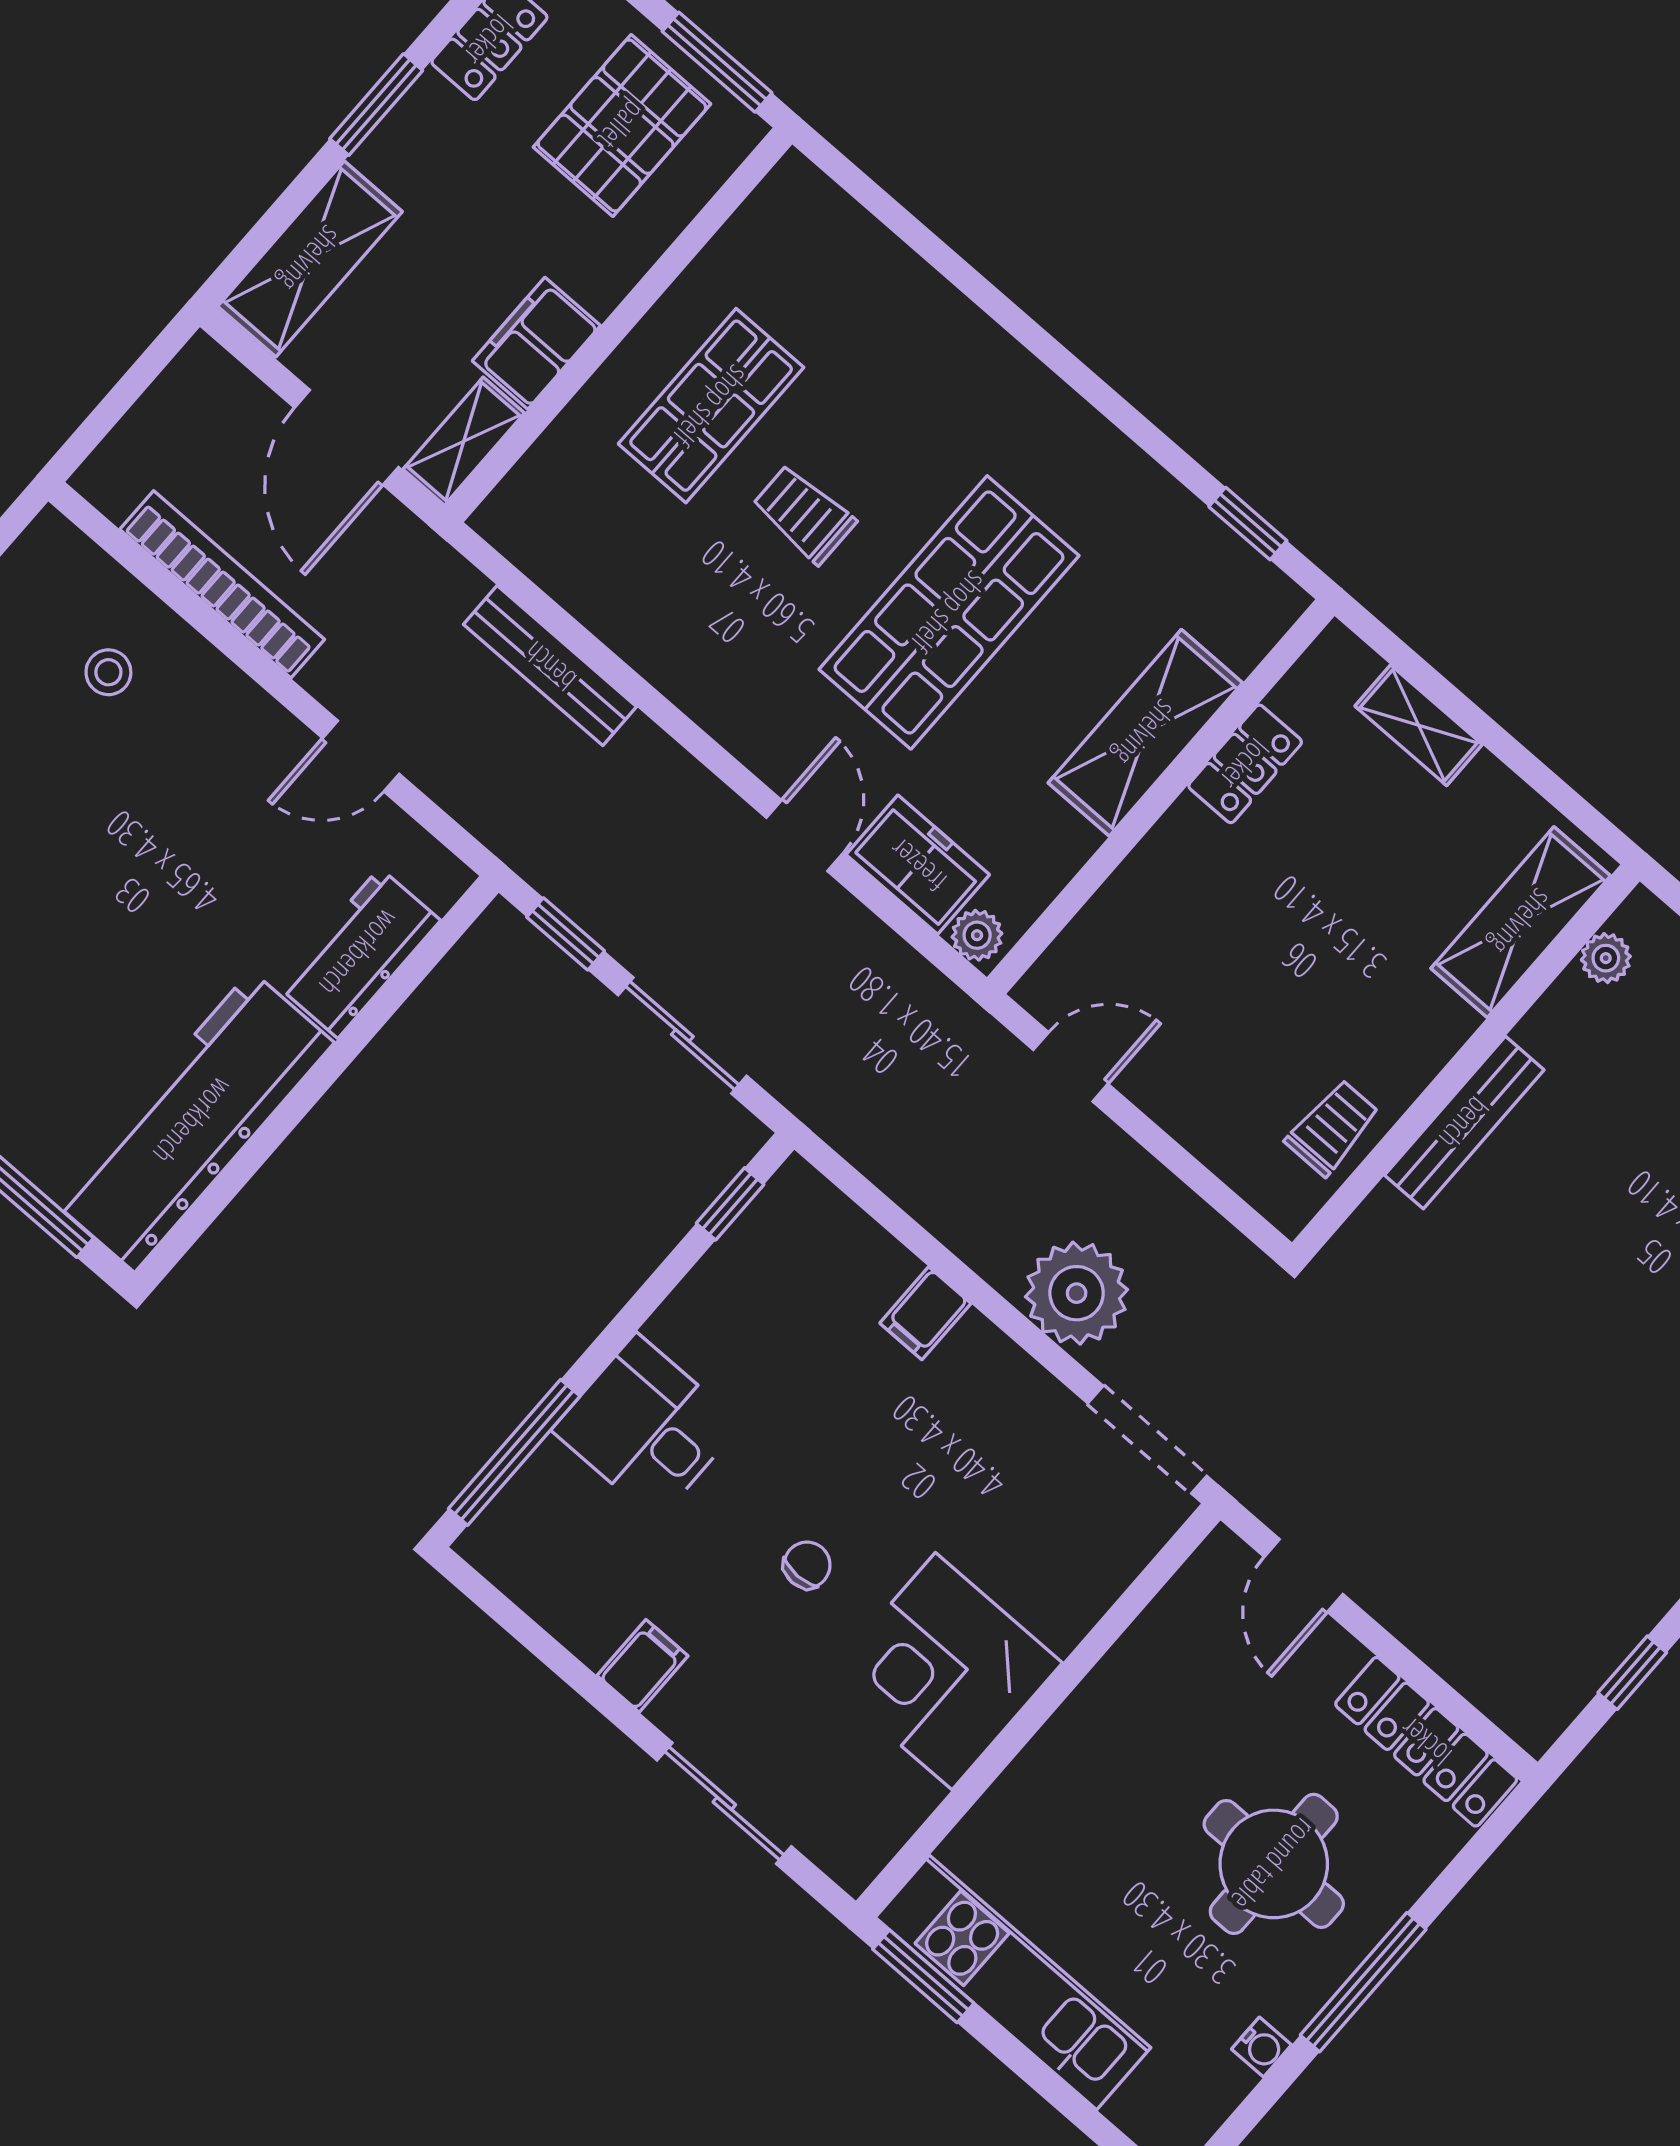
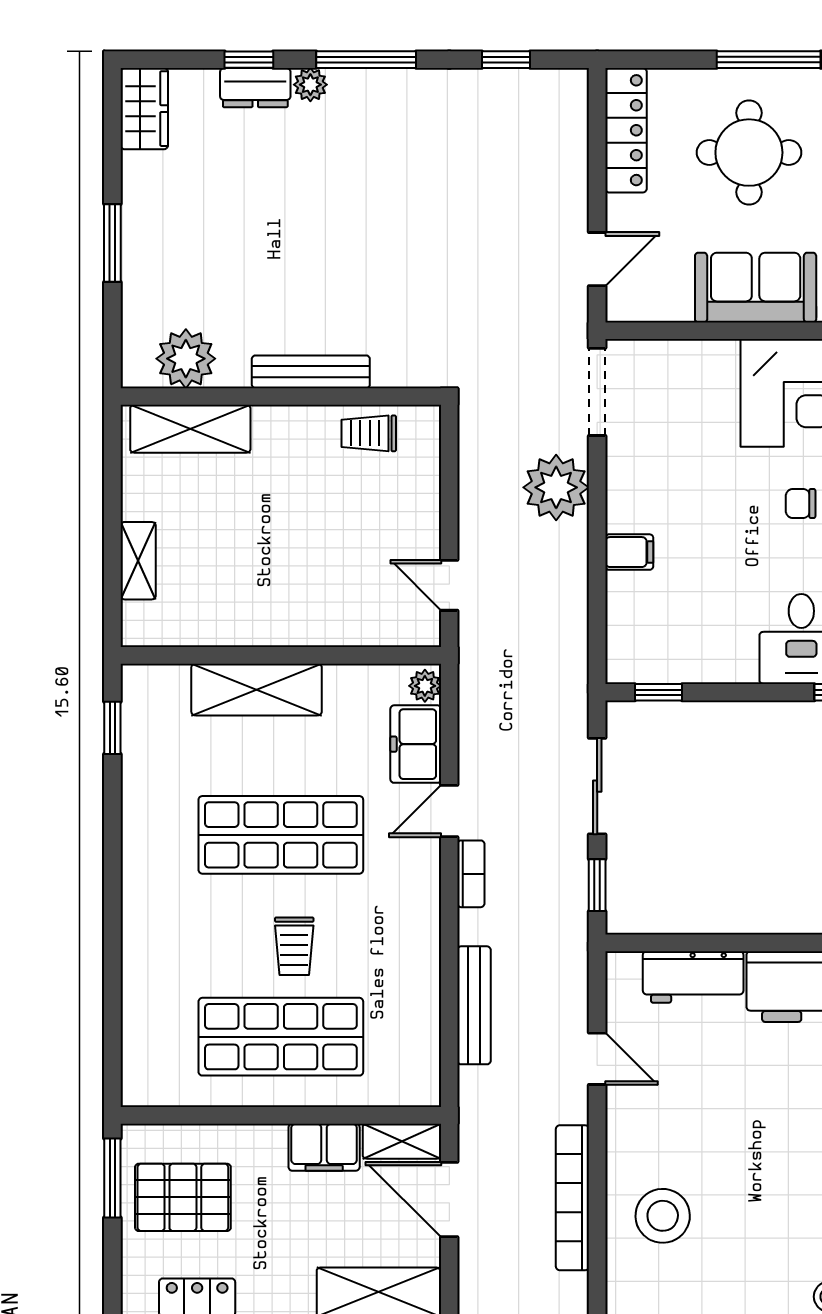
shop shelf: (711, 406) -> (281, 1037), width x1.43, depth x1.36
door: (346, 437) -> (449, 1199), swing flipped
stool: (108, 672) -> (663, 1216), width x1.89, depth x1.89
locker: (1245, 764) -> (230, 628), removed
bookcase: (708, 797) -> (471, 874), added
plant: (1606, 958) -> (186, 359), width x1.88, depth x1.88
sofa: (1108, 1733) -> (756, 288), added

